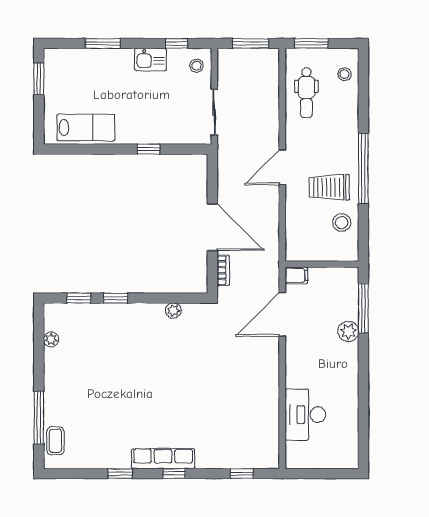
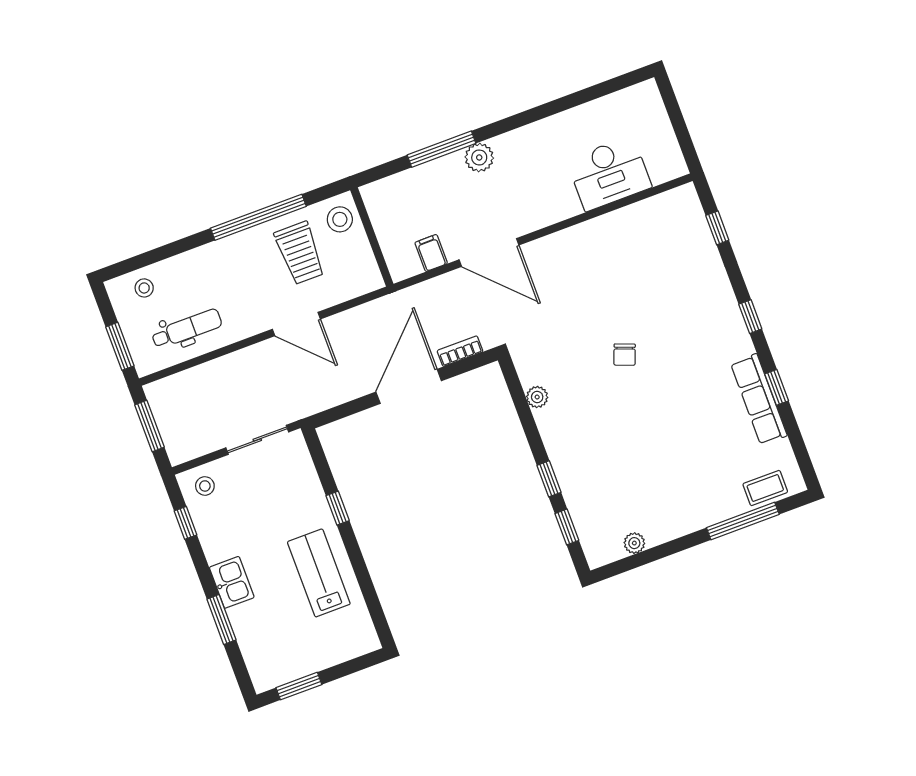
kitchen sink: (150, 60) -> (232, 582), moved
lab bench: (86, 128) -> (319, 573), moved
wall: (322, 264) -> (372, 237), moved
chair: (180, 380) -> (625, 355), added
row of seats: (163, 459) -> (759, 399), moved

